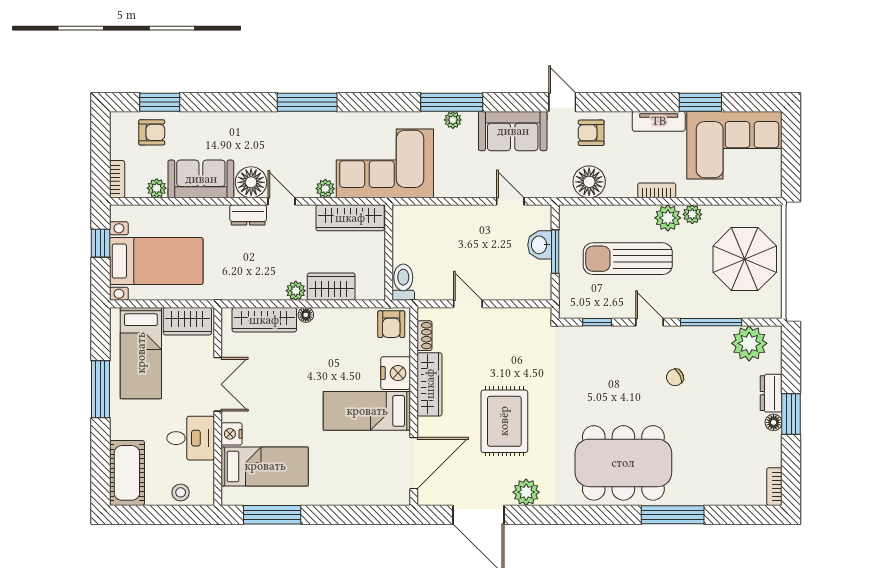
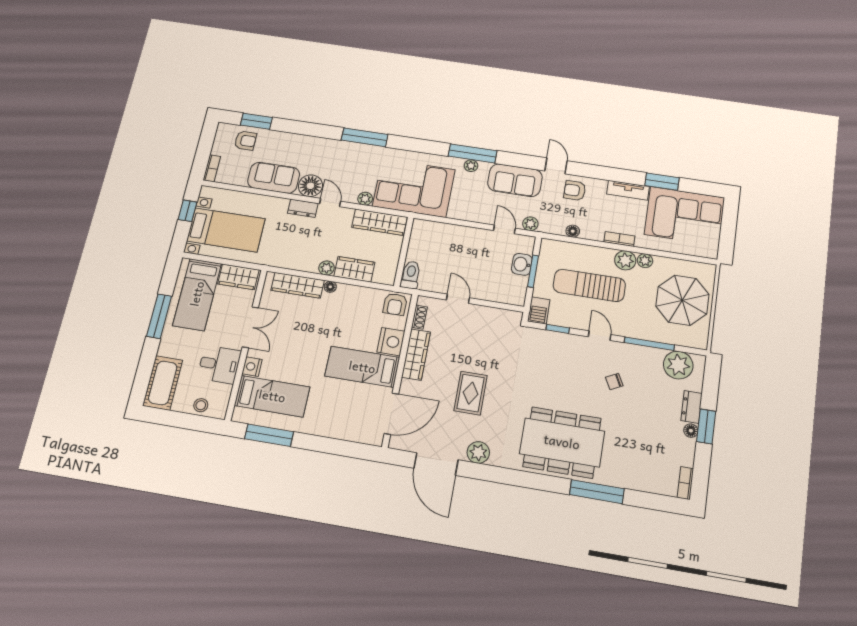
floor lamp: (589, 182) -> (573, 231), width x0.53, depth x0.53
plant: (157, 188) -> (530, 224), moved
barbecue: (570, 302) -> (539, 310), added
rug: (504, 421) -> (471, 393), width x0.73, depth x0.70

